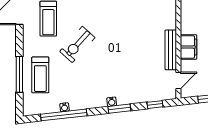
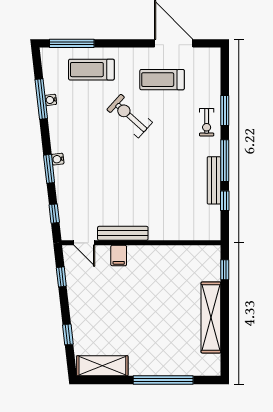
filing cabinet: (188, 47) -> (119, 256), width x0.50
window: (19, 74) -> (72, 43), moved
window: (64, 115) -> (41, 99), width x0.68

